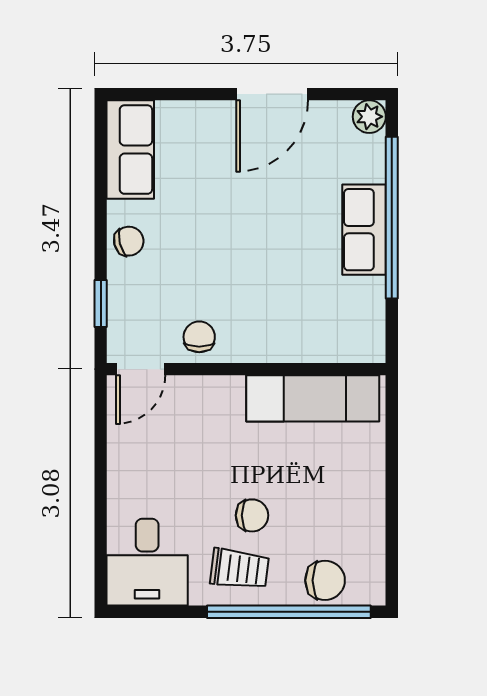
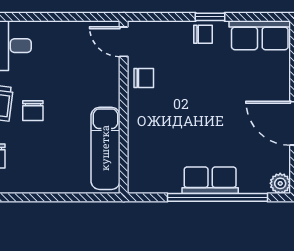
chair: (129, 241) -> (203, 34), turned -76
window: (101, 304) -> (210, 17), moved

